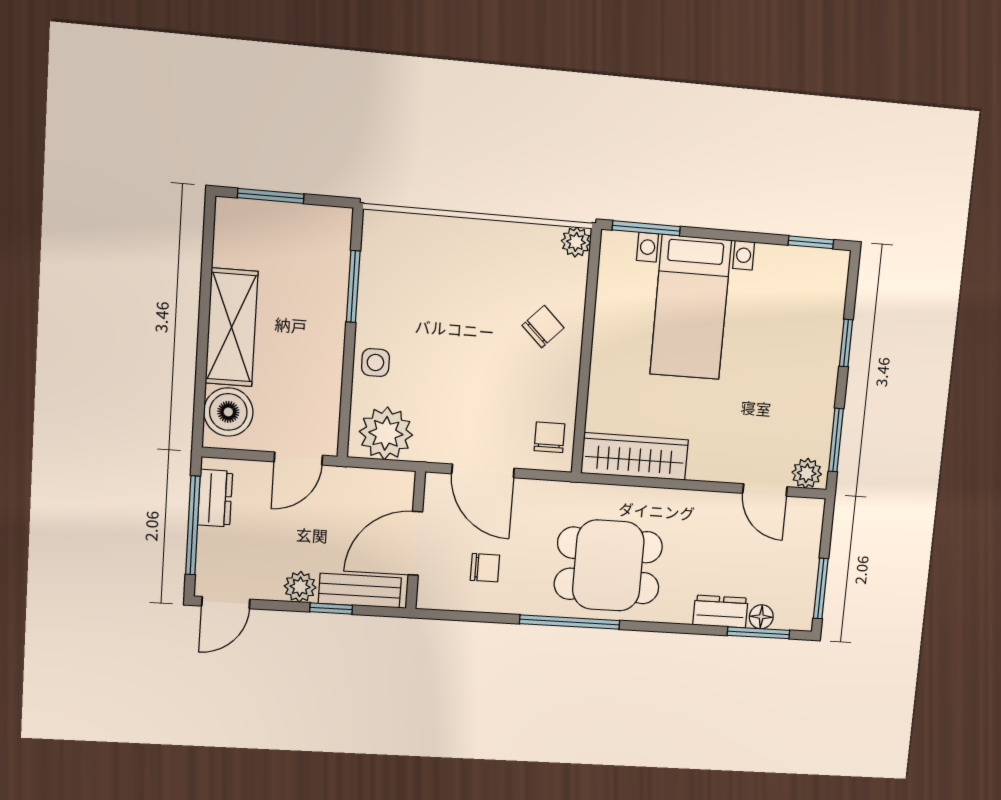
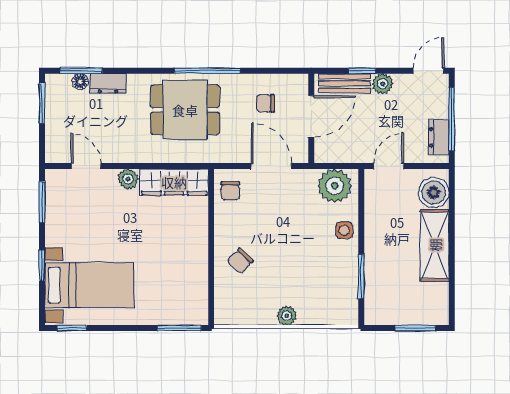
plant: (576, 242) -> (287, 316), moved
bed with nightstands: (691, 307) -> (89, 285), moved, turned 90
plant: (807, 473) -> (128, 179), moved

